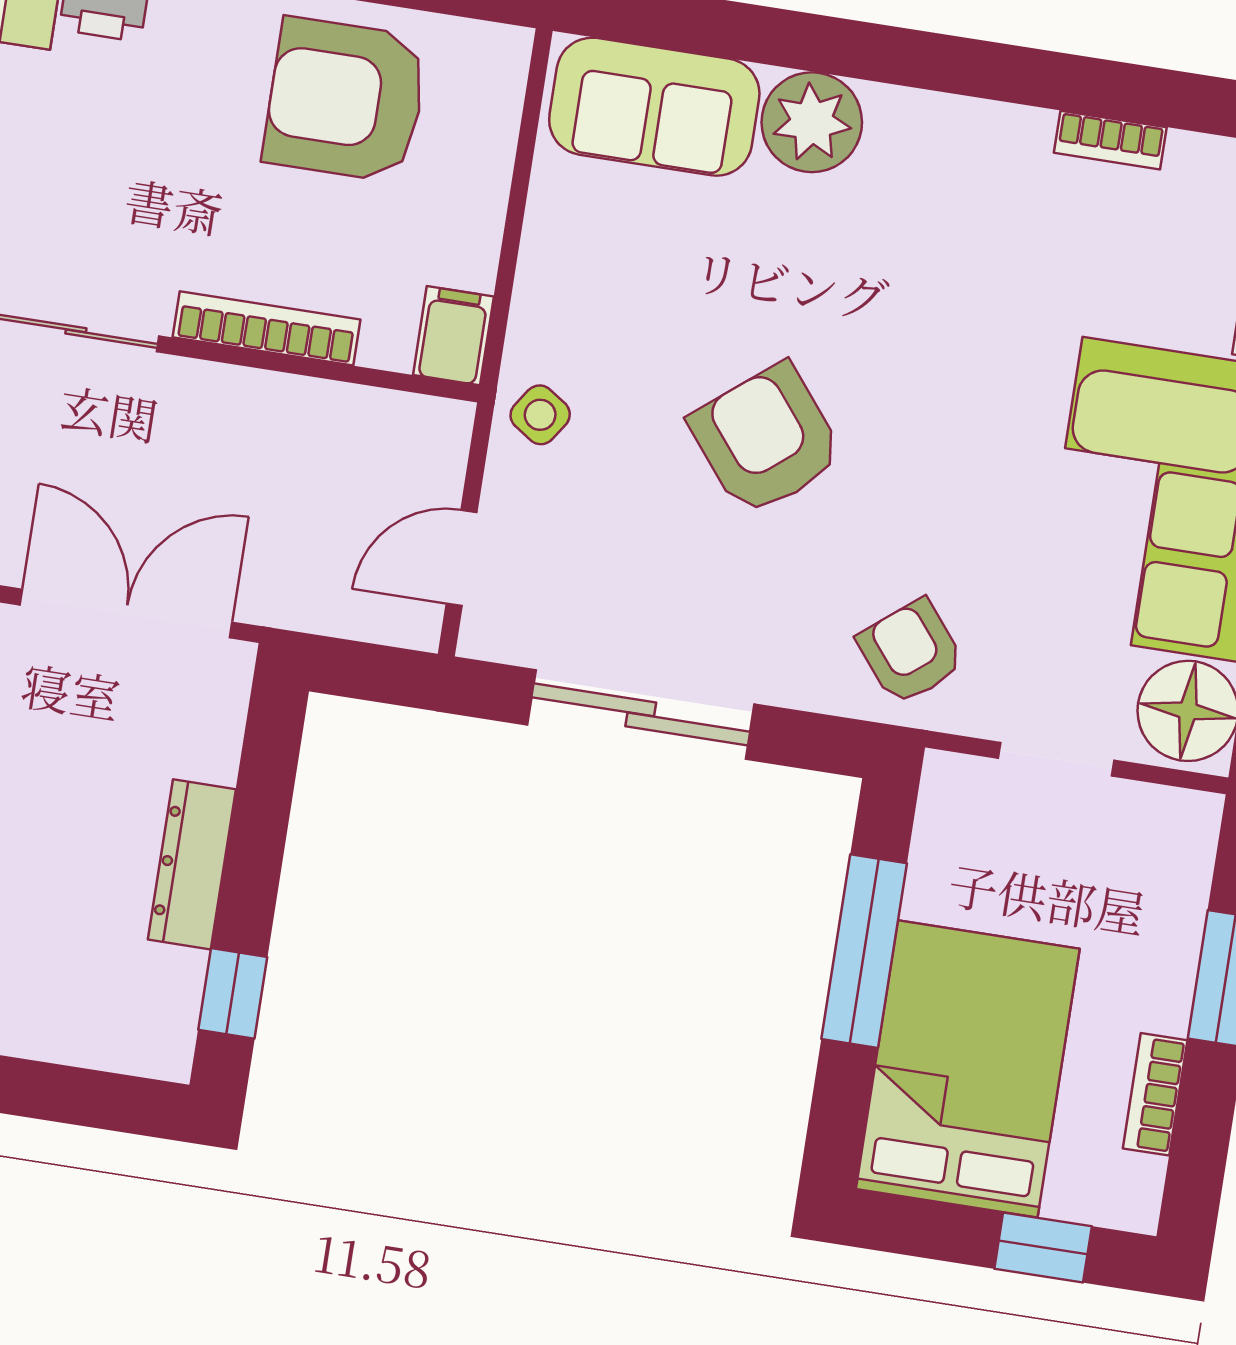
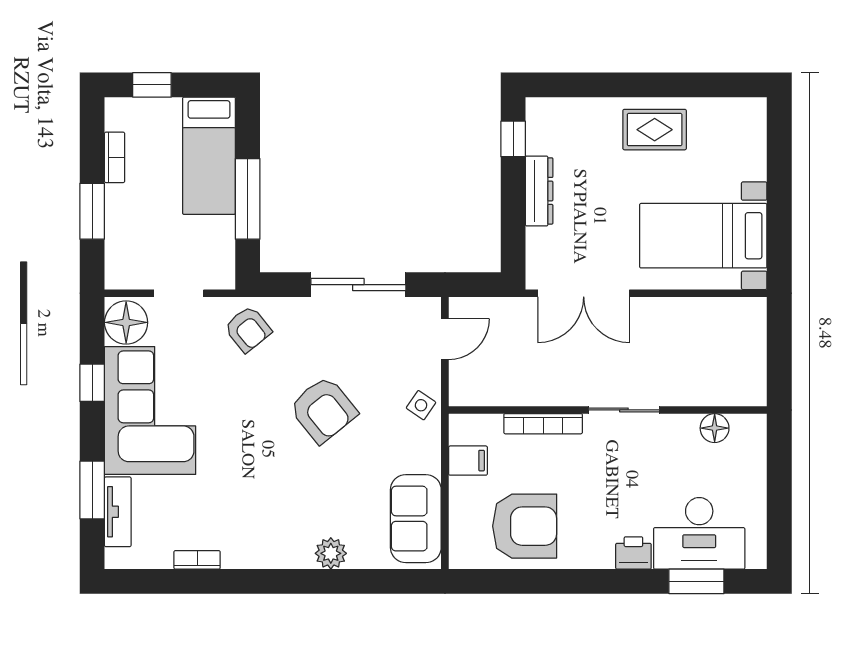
sofa: (654, 107) -> (416, 519), moved, turned -90
plant: (812, 122) -> (331, 553), width x0.73, depth x0.73
filing cabinet: (453, 336) -> (468, 461), moved, turned -90
bed: (968, 1069) -> (209, 156), width x0.67

